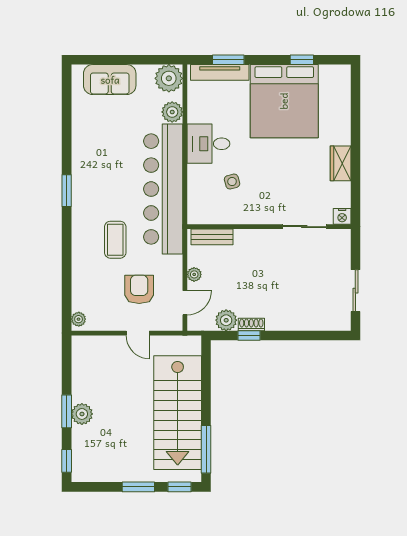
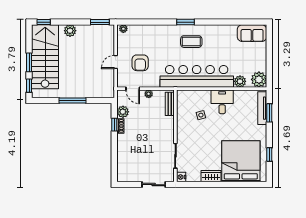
sofa: (110, 80) -> (252, 33), moved, turned -90
bed: (284, 101) -> (241, 161), moved, turned 90
window: (67, 191) -> (186, 22), moved
coffee table: (115, 240) -> (191, 42), moved
armchair: (139, 289) -> (140, 63), turned 90
sliding door: (355, 291) -> (154, 185), moved
window: (67, 411) -> (100, 22), moved
stairs: (178, 413) -> (45, 57), moved, turned 90
window: (206, 449) -> (72, 100), moved

